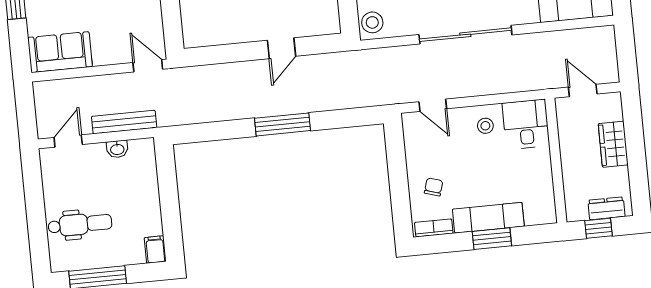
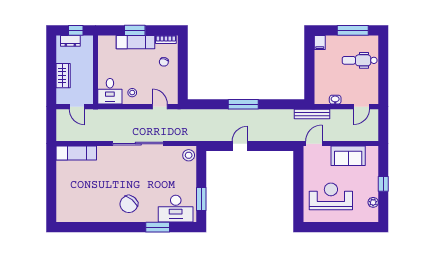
sofa: (60, 52) -> (348, 156), moved
door: (148, 66) -> (314, 144), swing flipped
bench: (124, 122) -> (312, 114), moved

